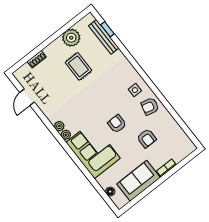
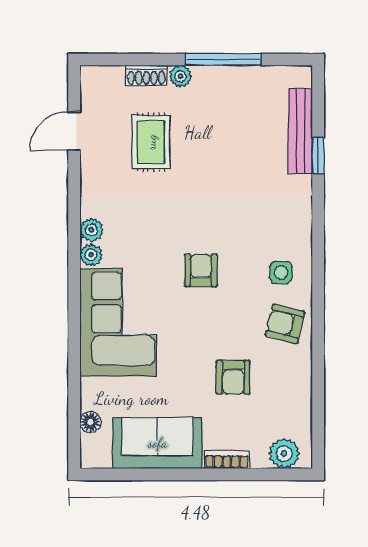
window: (107, 29) -> (318, 156), moved
window: (59, 33) -> (224, 60), added
plant: (71, 38) -> (180, 76), moved, width x0.53, depth x0.53
rug: (78, 66) -> (151, 142), moved
armchair: (117, 124) -> (201, 270), moved
plant: (184, 151) -> (284, 454), added

